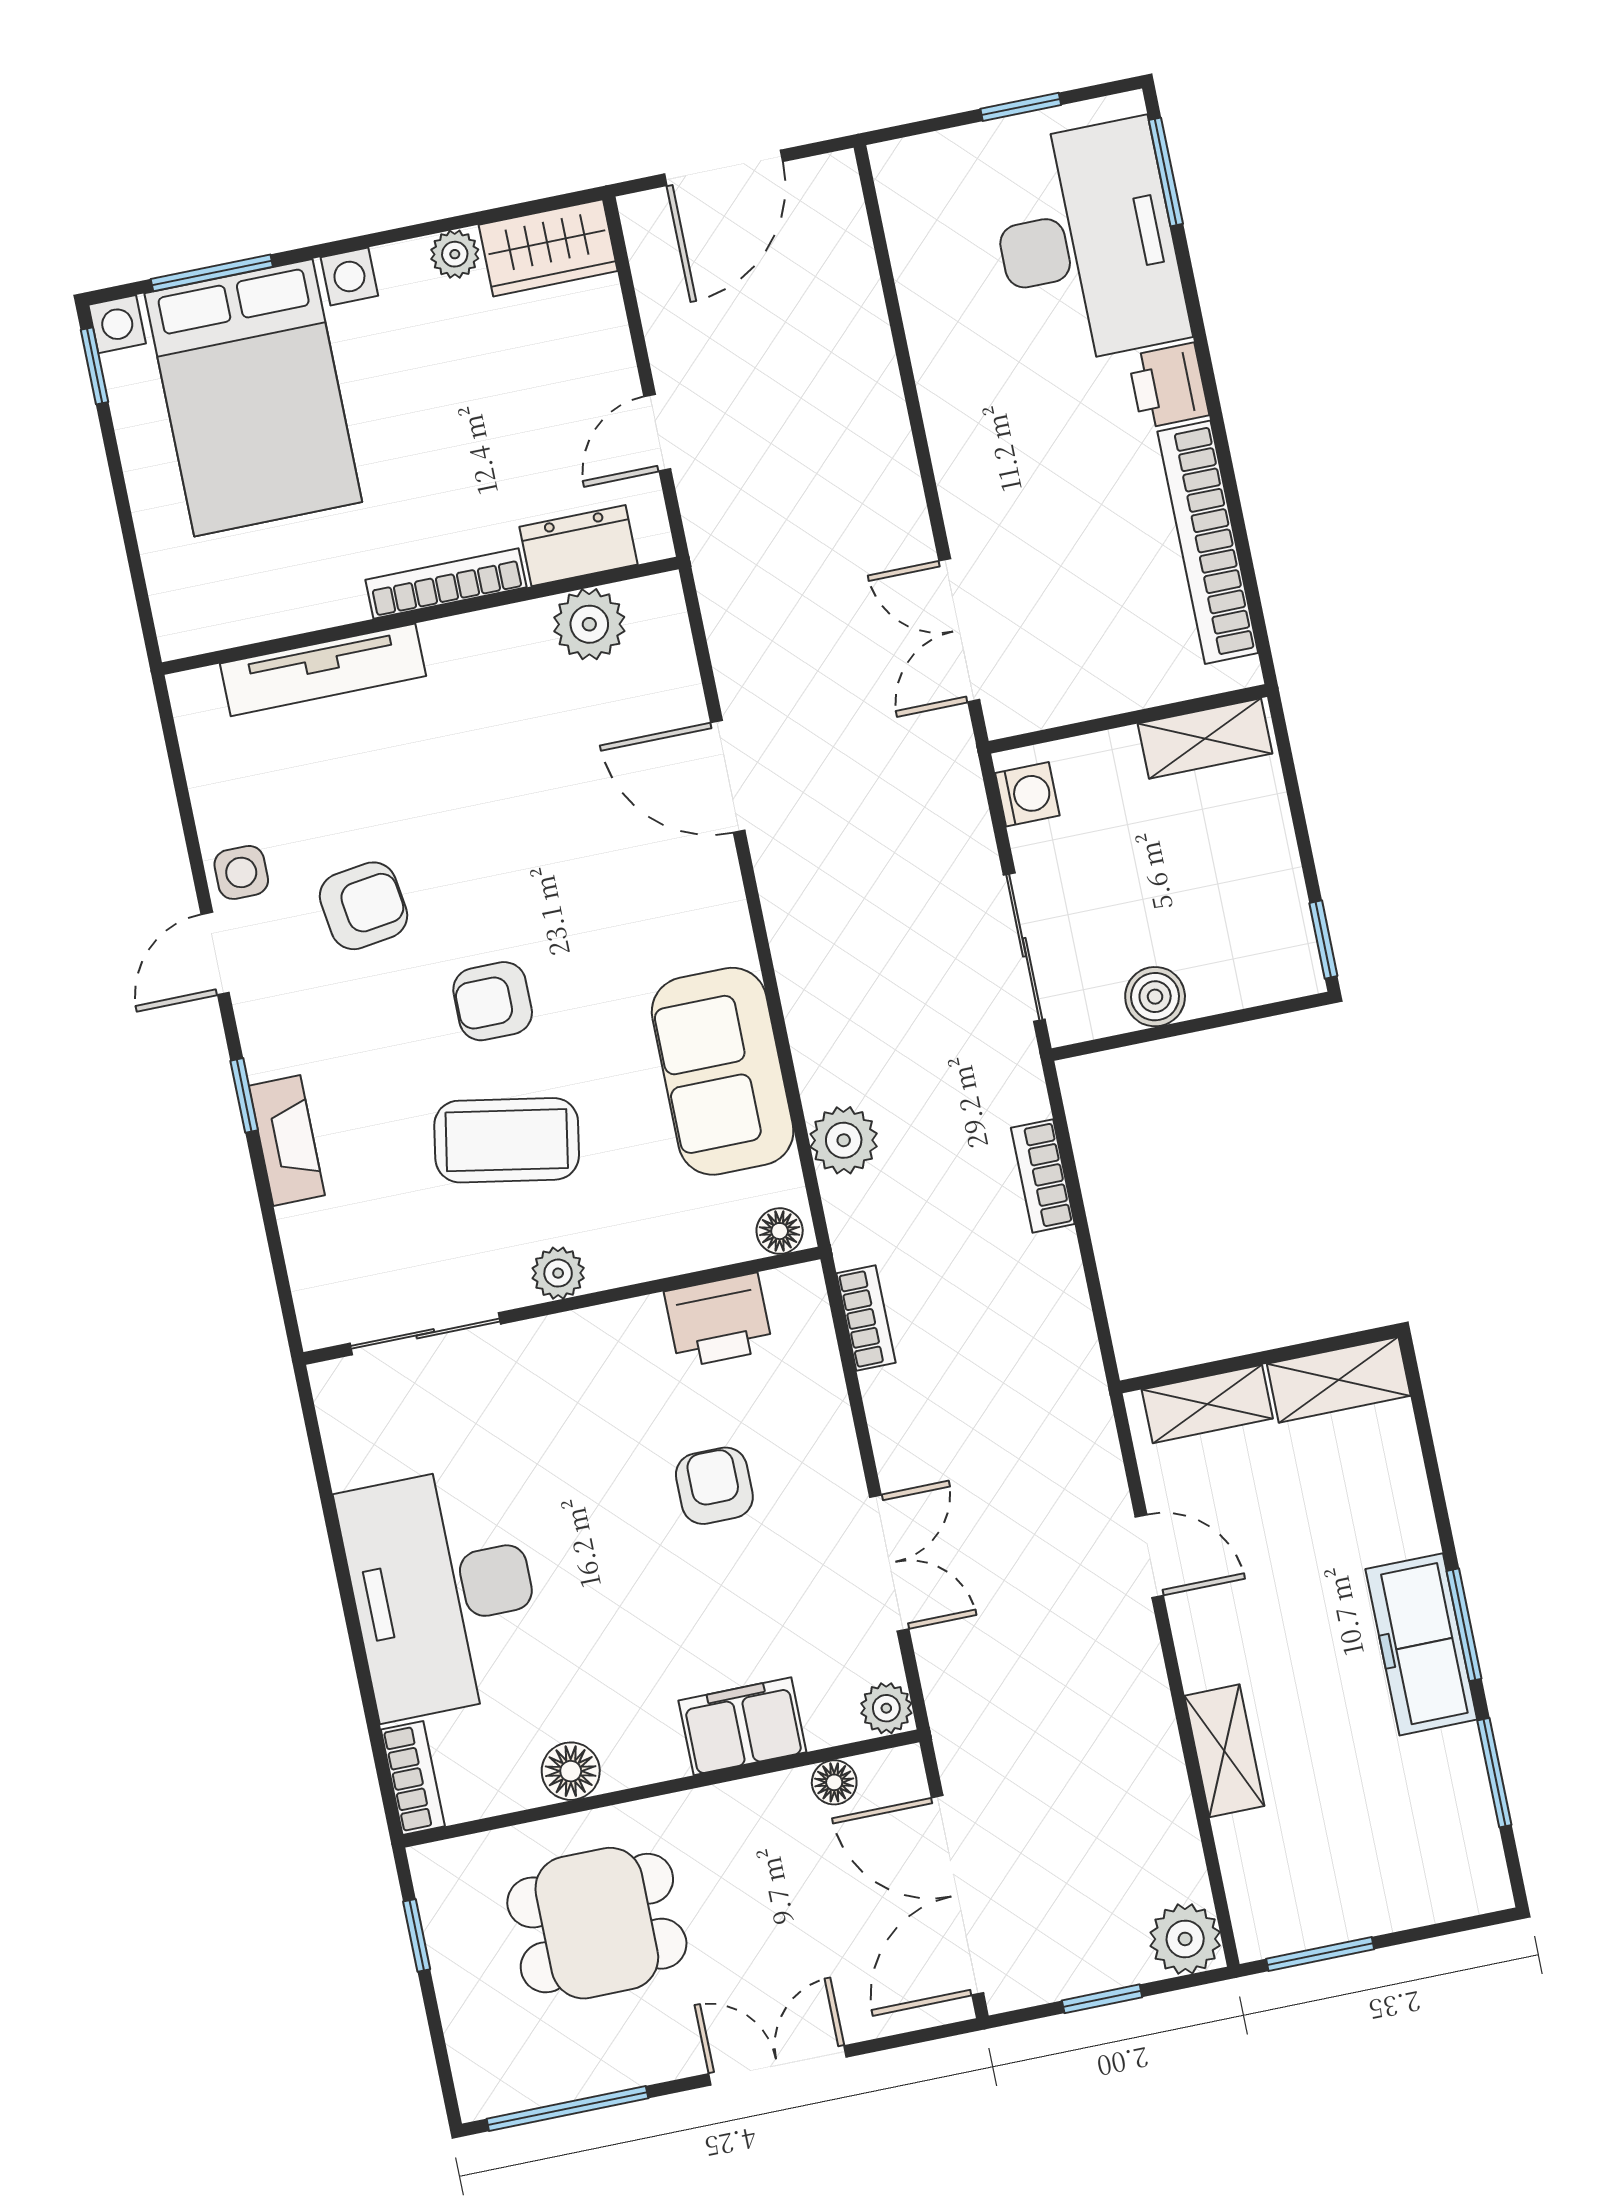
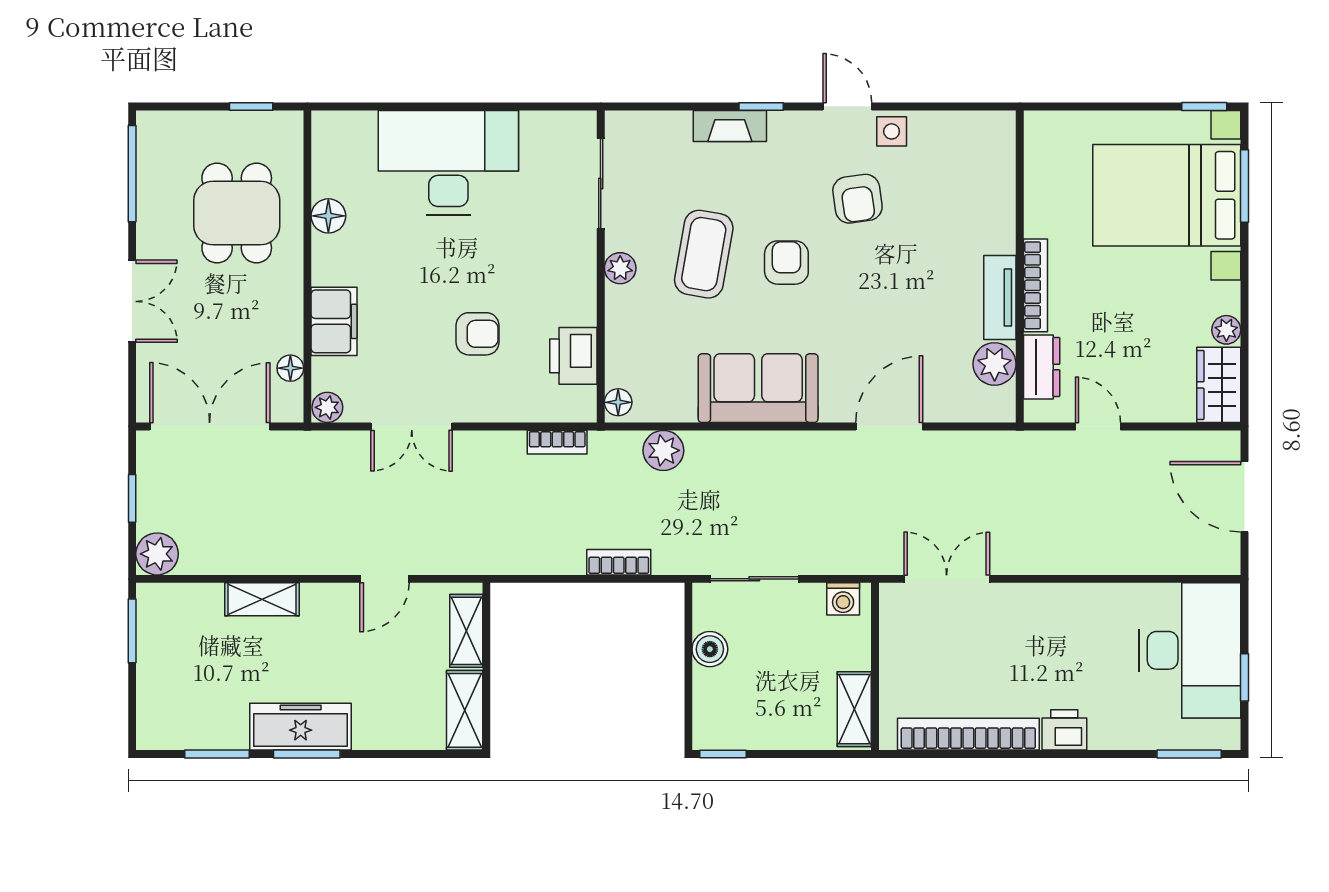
desk: (1087, 243) -> (1190, 650), moved, turned -90
tv unit: (323, 670) -> (1000, 297), moved, width x0.71
sofa: (723, 1071) -> (758, 388), moved
bookcase: (413, 1778) -> (343, 123), removed

